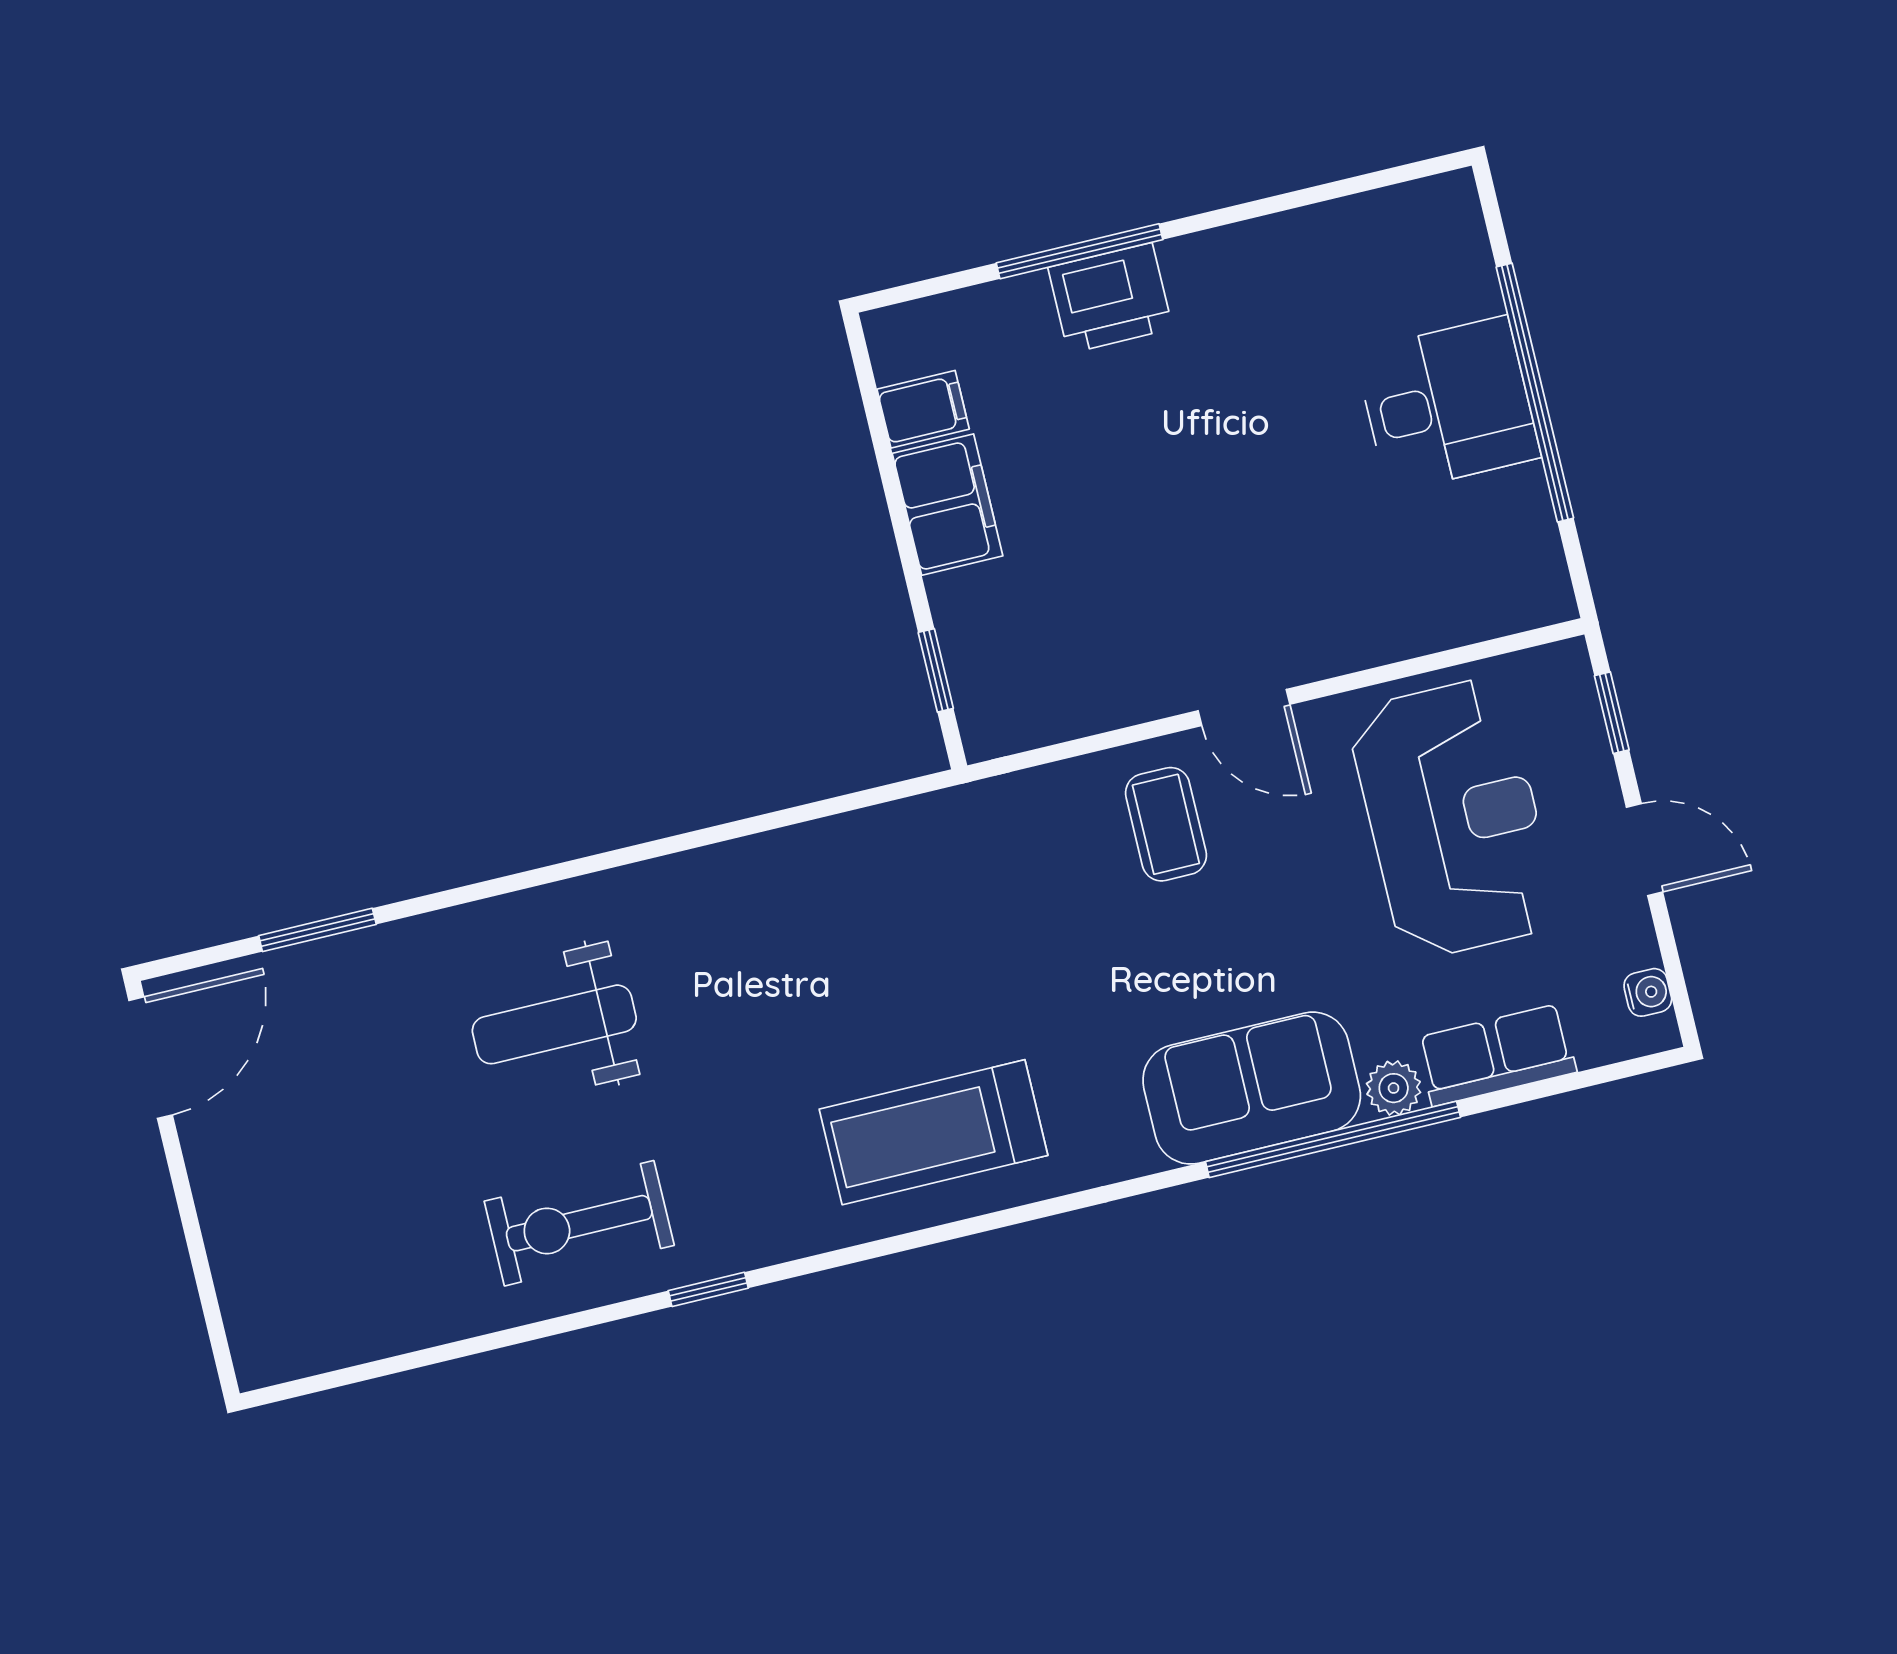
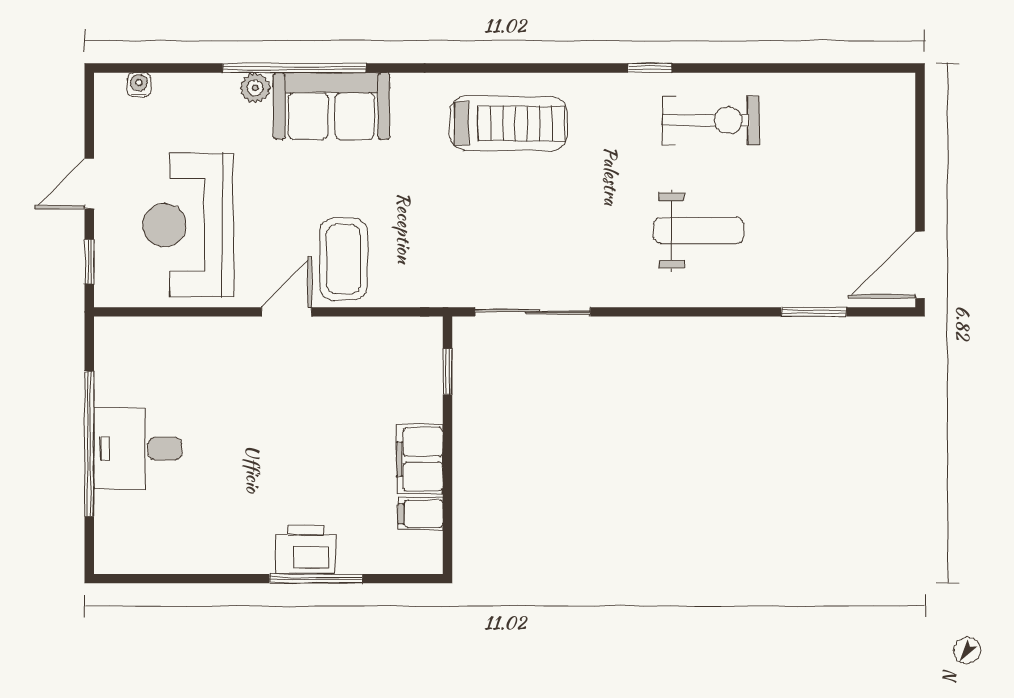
door: (1244, 707) -> (286, 312), hinge flipped
sliding door: (812, 811) -> (533, 312), added
coffee table: (1166, 824) -> (344, 259), width x1.36, depth x1.30
door: (1645, 850) -> (89, 184), hinge flipped
water cooler: (1648, 992) -> (139, 85), moved, turned 90
row of seats: (1496, 1055) -> (196, 92), removed

